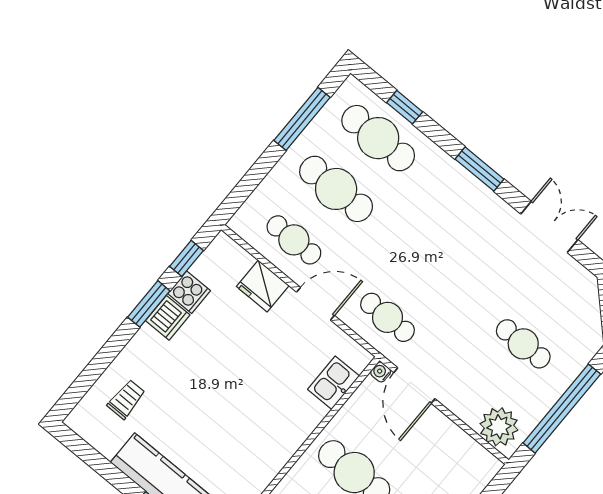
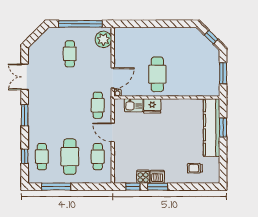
cafe table: (378, 138) -> (42, 157), width x0.73, depth x0.74
fridge: (263, 286) -> (152, 106), moved, turned 90

